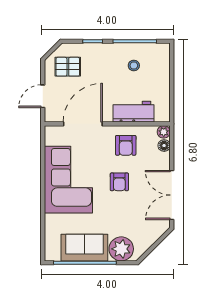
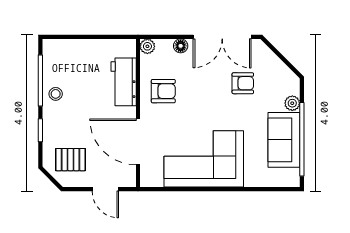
stool: (134, 65) -> (56, 94), moved
pallet: (68, 67) -> (71, 160), turned 90
floor lamp: (164, 146) -> (181, 46), moved
armchair: (119, 182) -> (243, 83), moved
plant: (121, 249) -> (292, 103), width x0.53, depth x0.53

